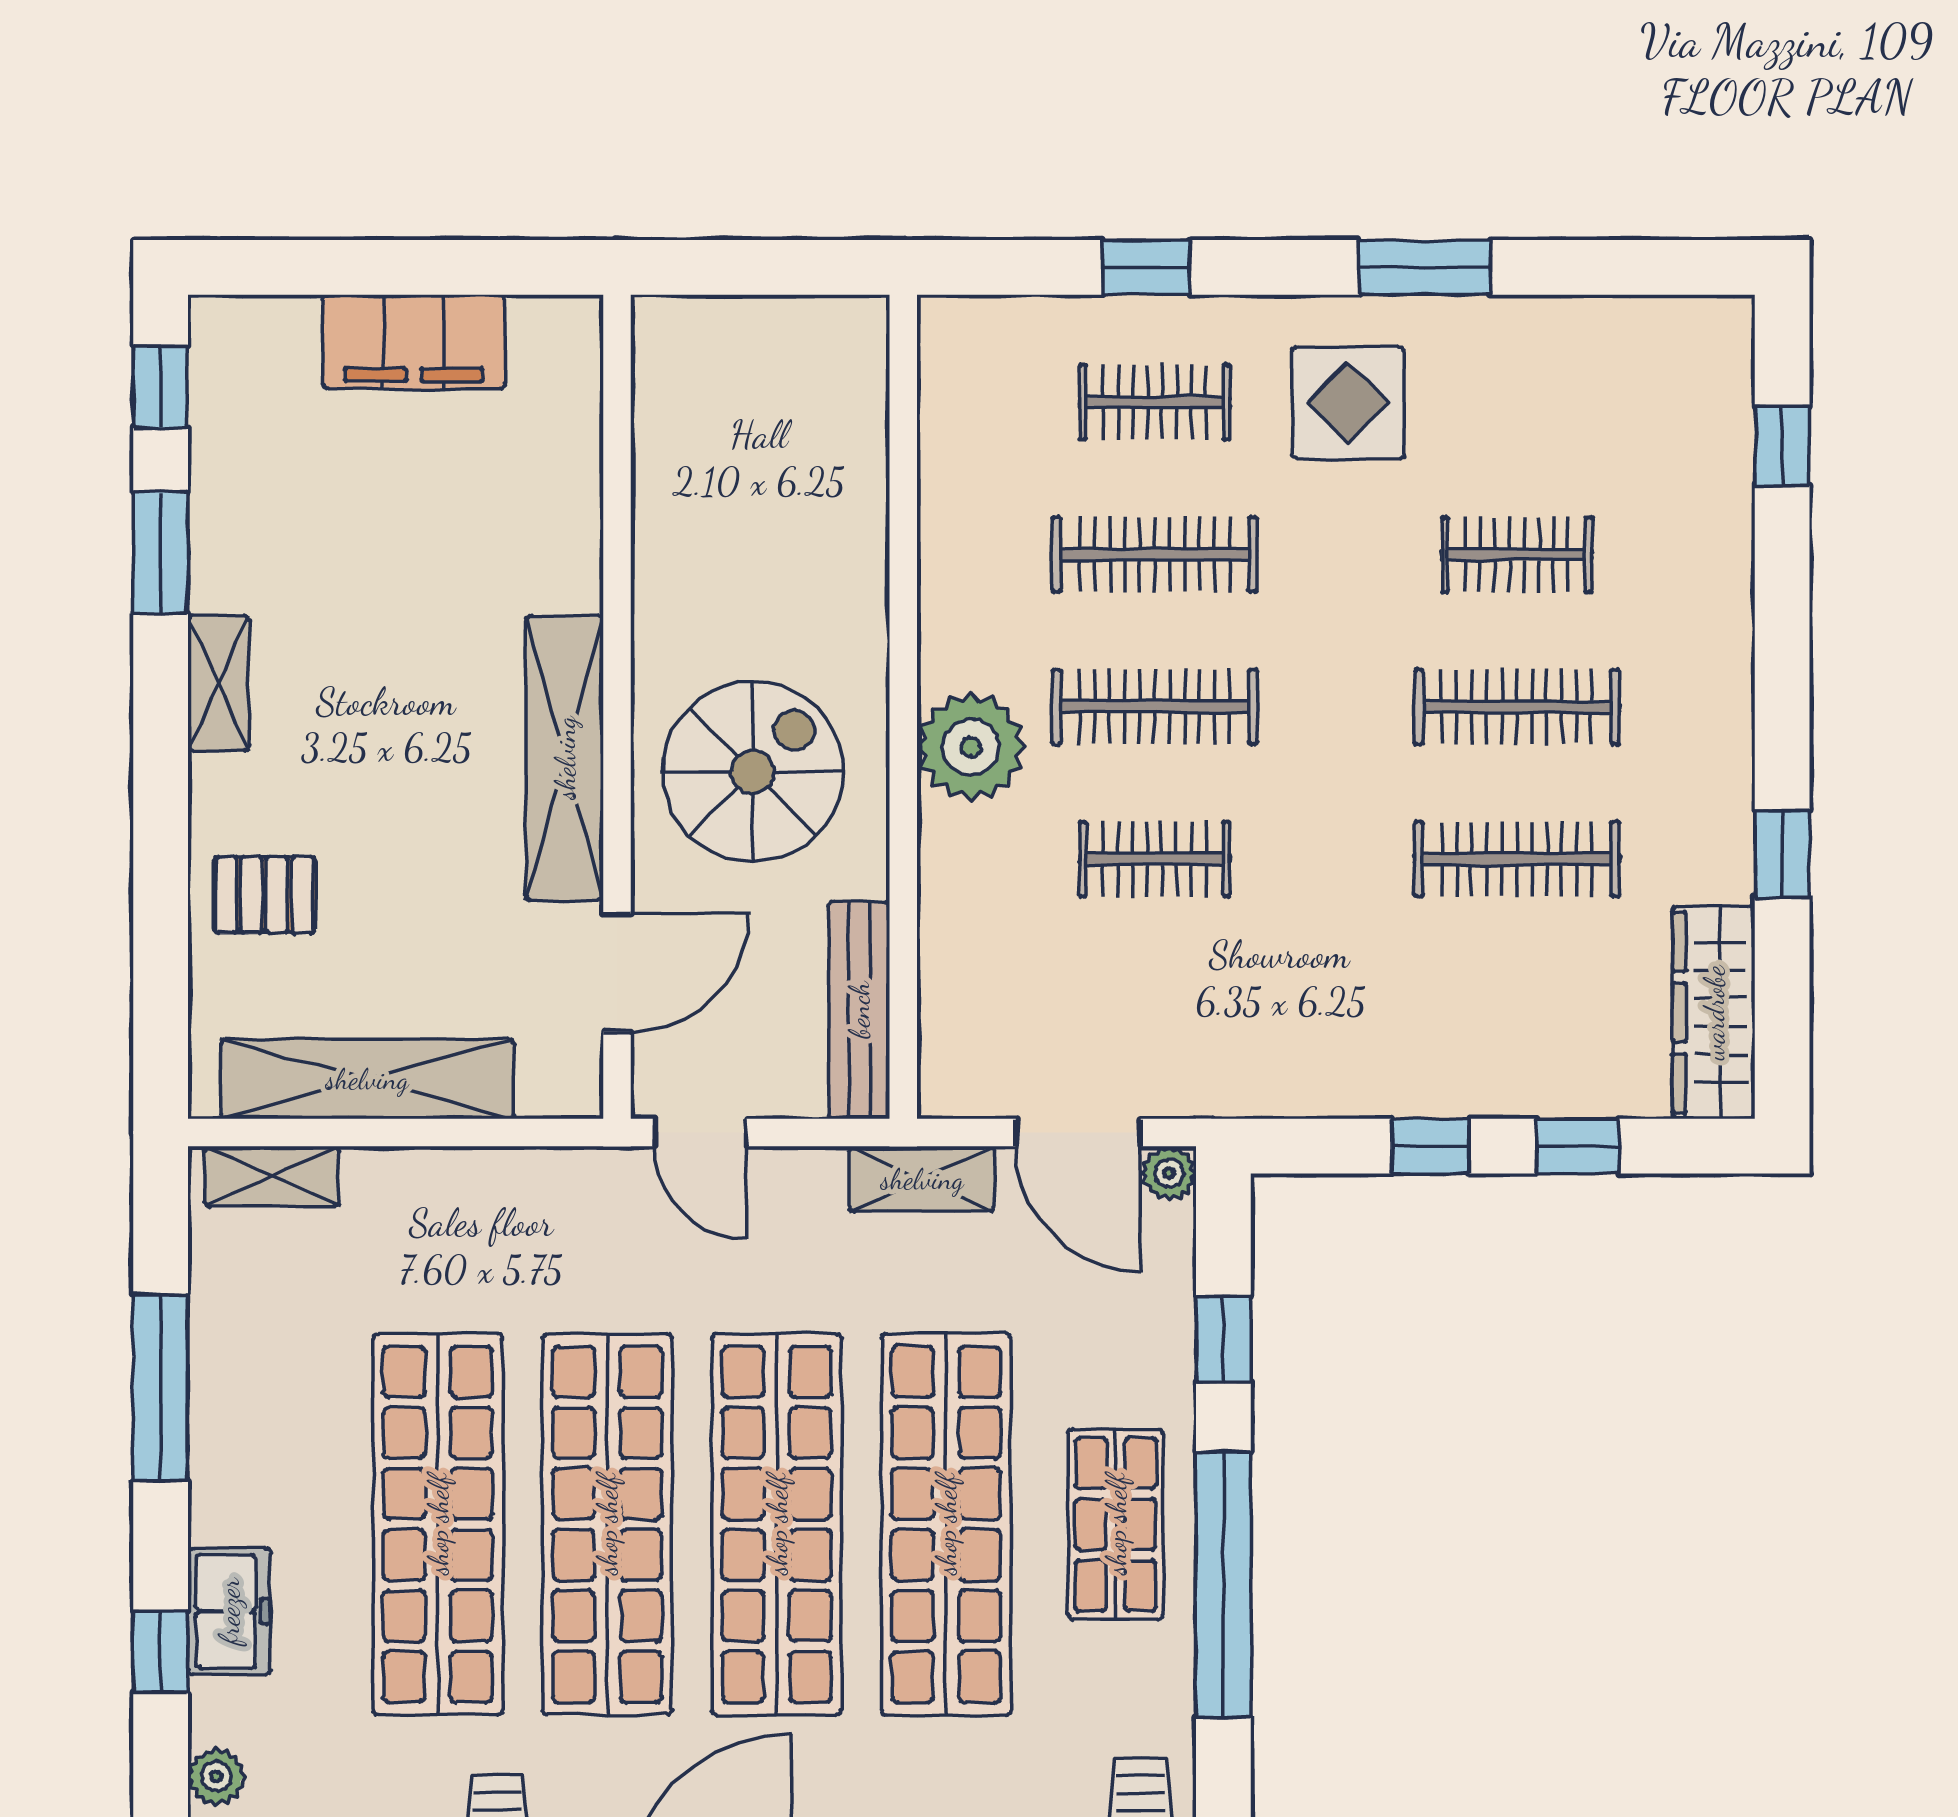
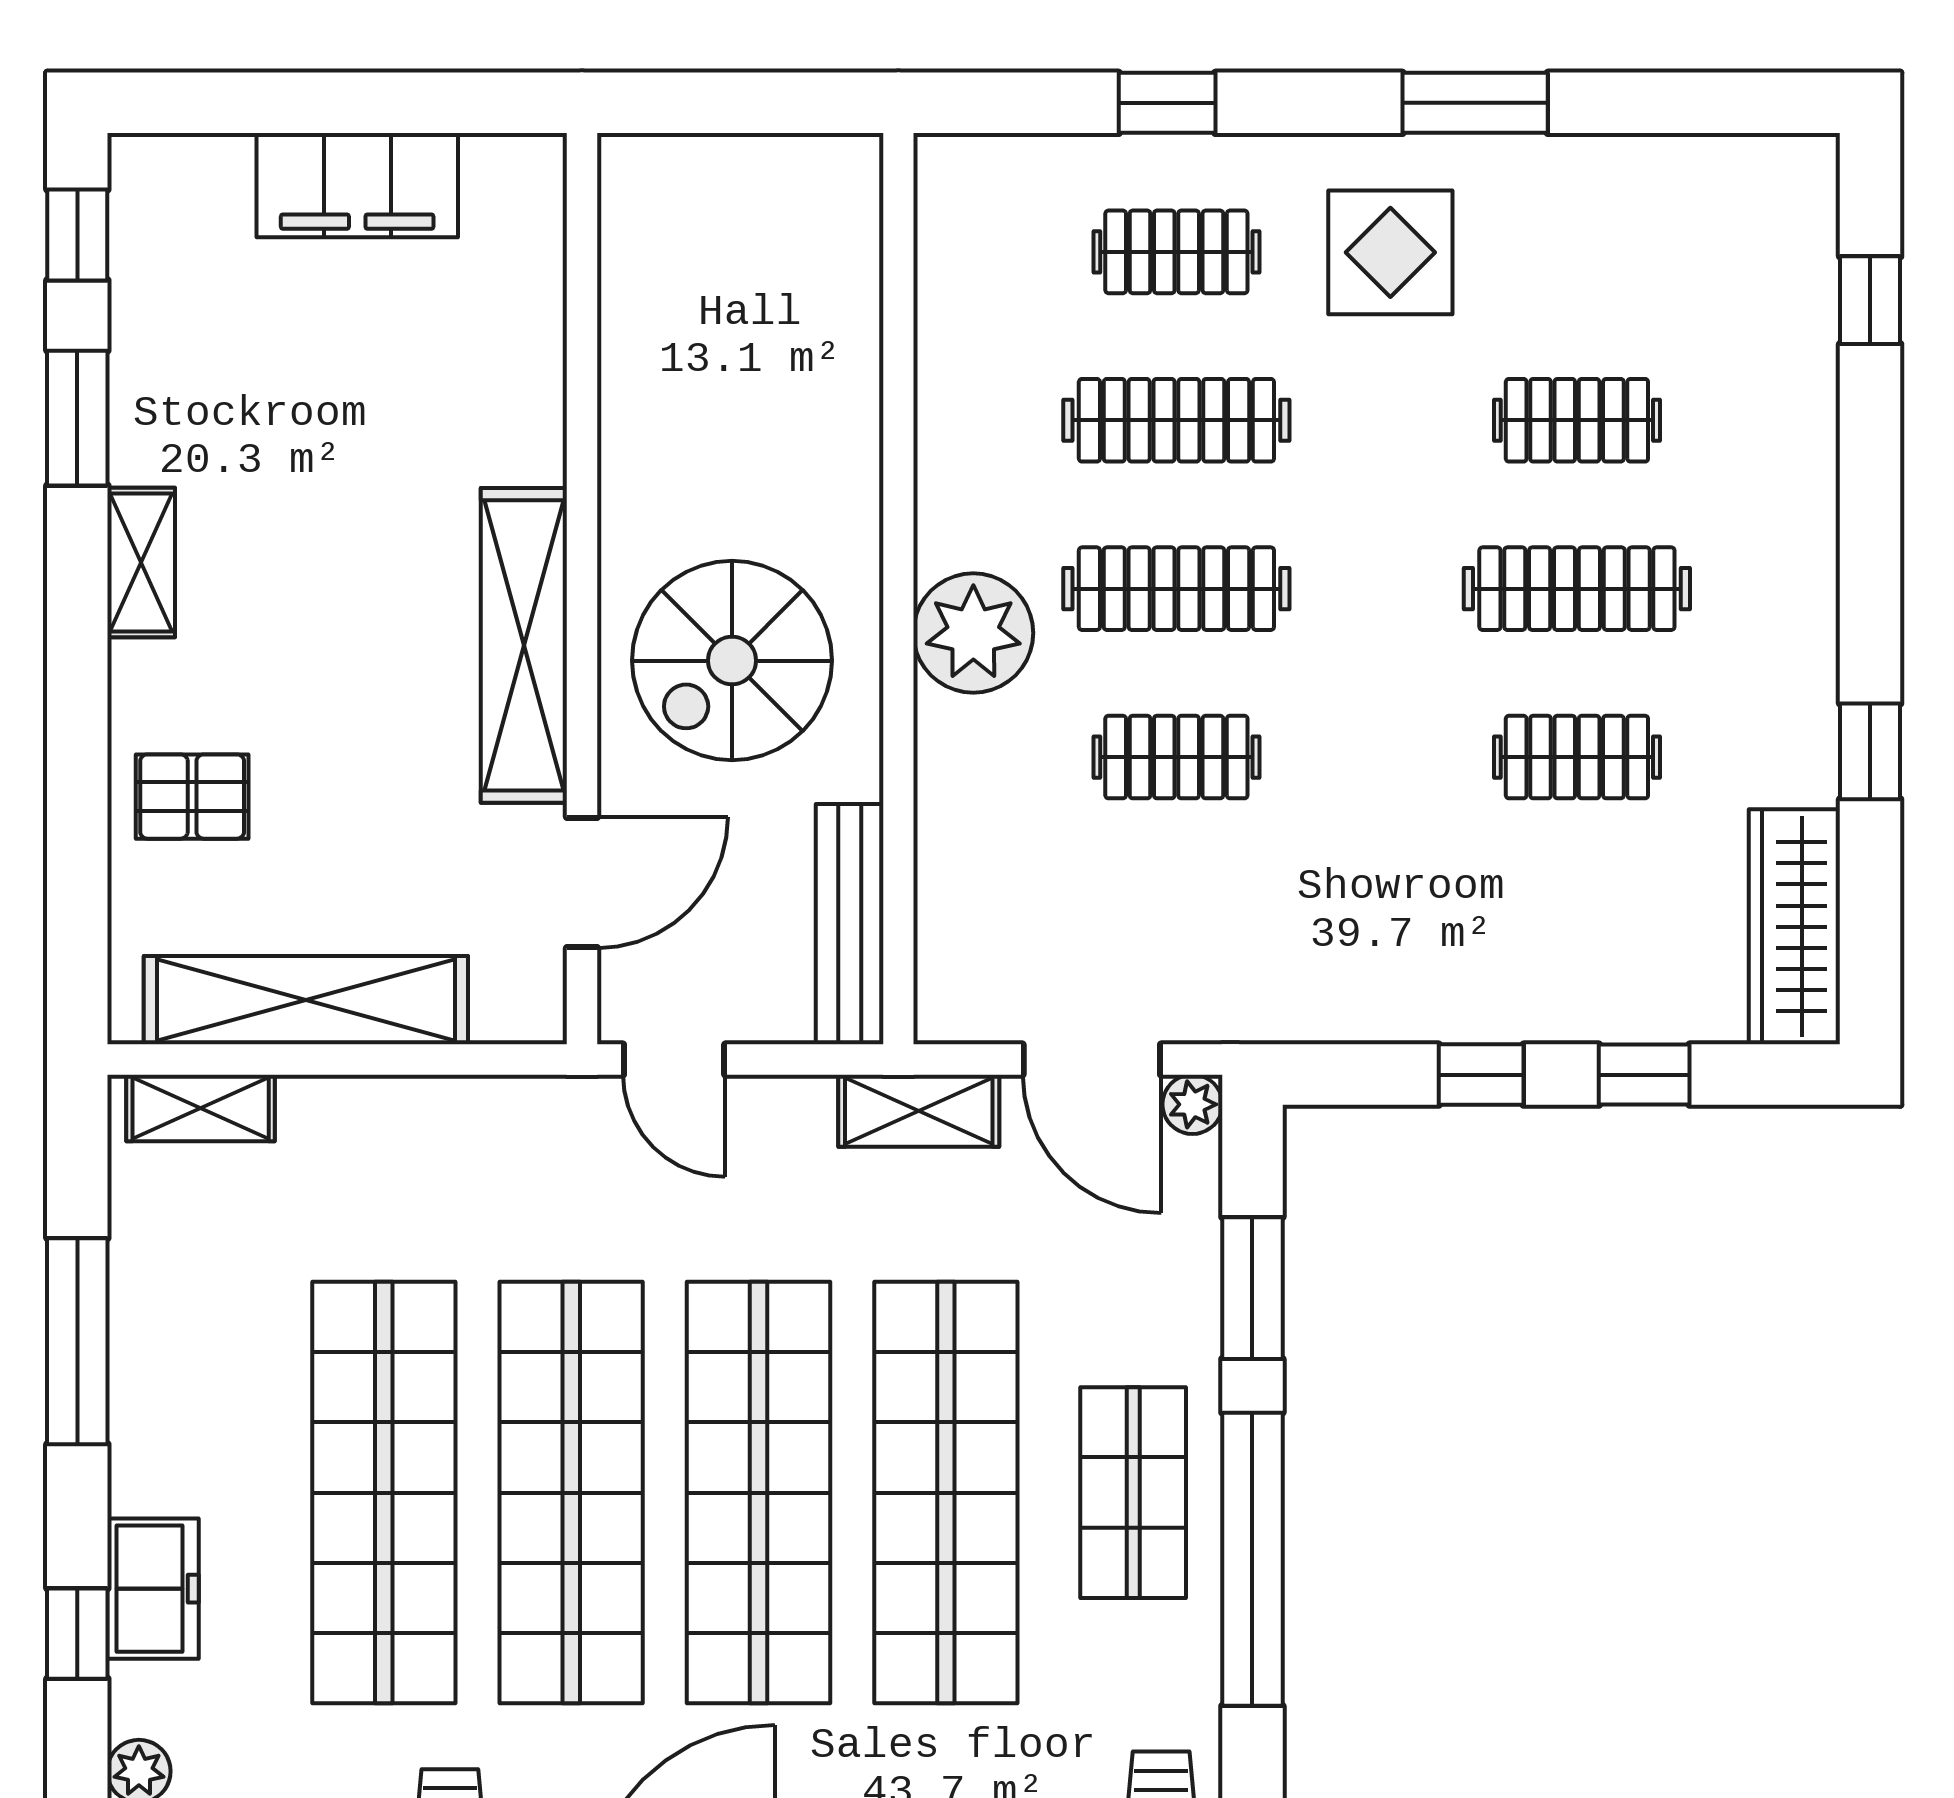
spiral stairs: (753, 772) -> (732, 661), turned 180
clothes rail: (1517, 859) -> (1577, 757), width x0.73
window: (1223, 1339) -> (1252, 1288), width x1.50

